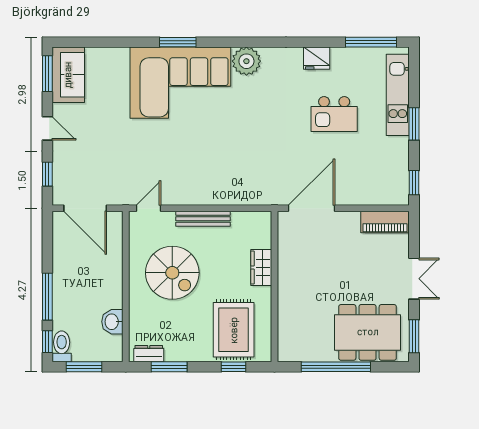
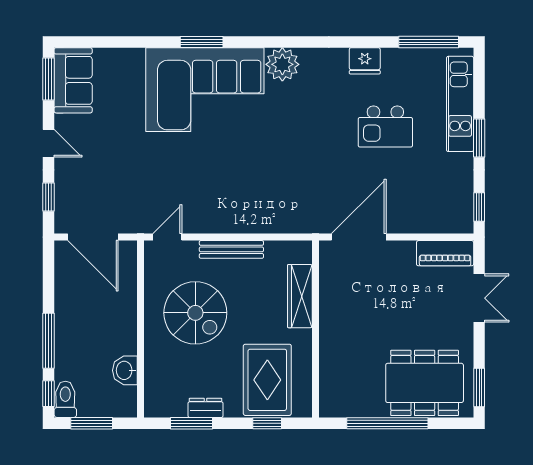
wardrobe: (261, 268) -> (300, 296), width x1.50
double door: (414, 279) -> (479, 298), moved
dresser: (149, 354) -> (205, 408), moved

